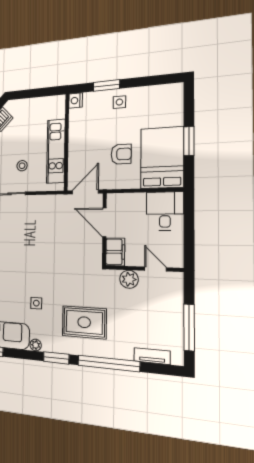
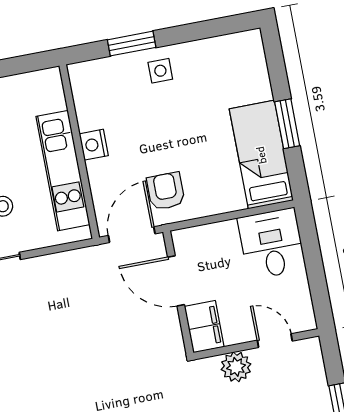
nightstand: (75, 101) -> (94, 145), moved
armchair: (121, 154) -> (166, 191), moved, turned -90
bed: (162, 158) -> (261, 155), width x0.67

